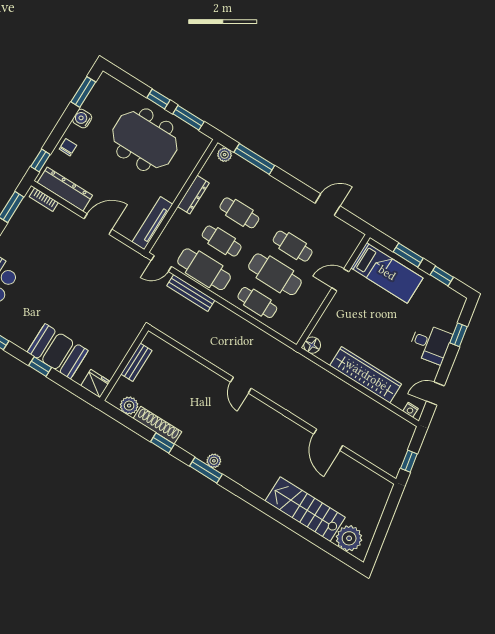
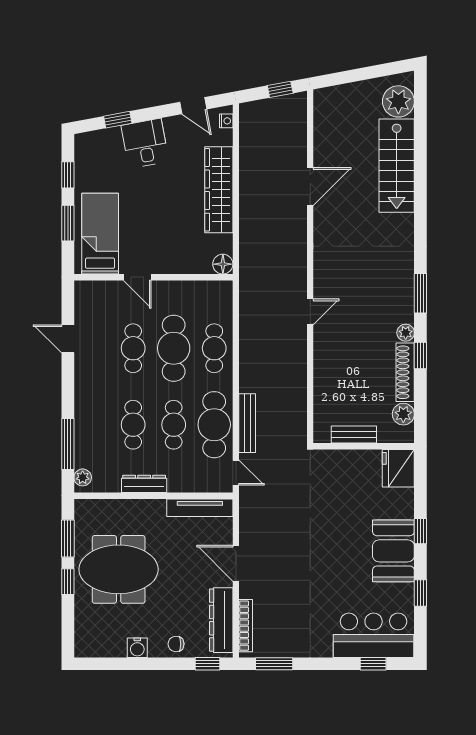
window: (83, 92) -> (109, 664), removed
meeting table: (145, 140) -> (119, 569), turned 90
bookcase: (44, 200) -> (246, 626), width x1.56
booth: (58, 351) -> (393, 551), moved
fridge: (95, 384) -> (398, 468), width x1.36, depth x1.34
plant: (214, 461) -> (406, 333), moved

